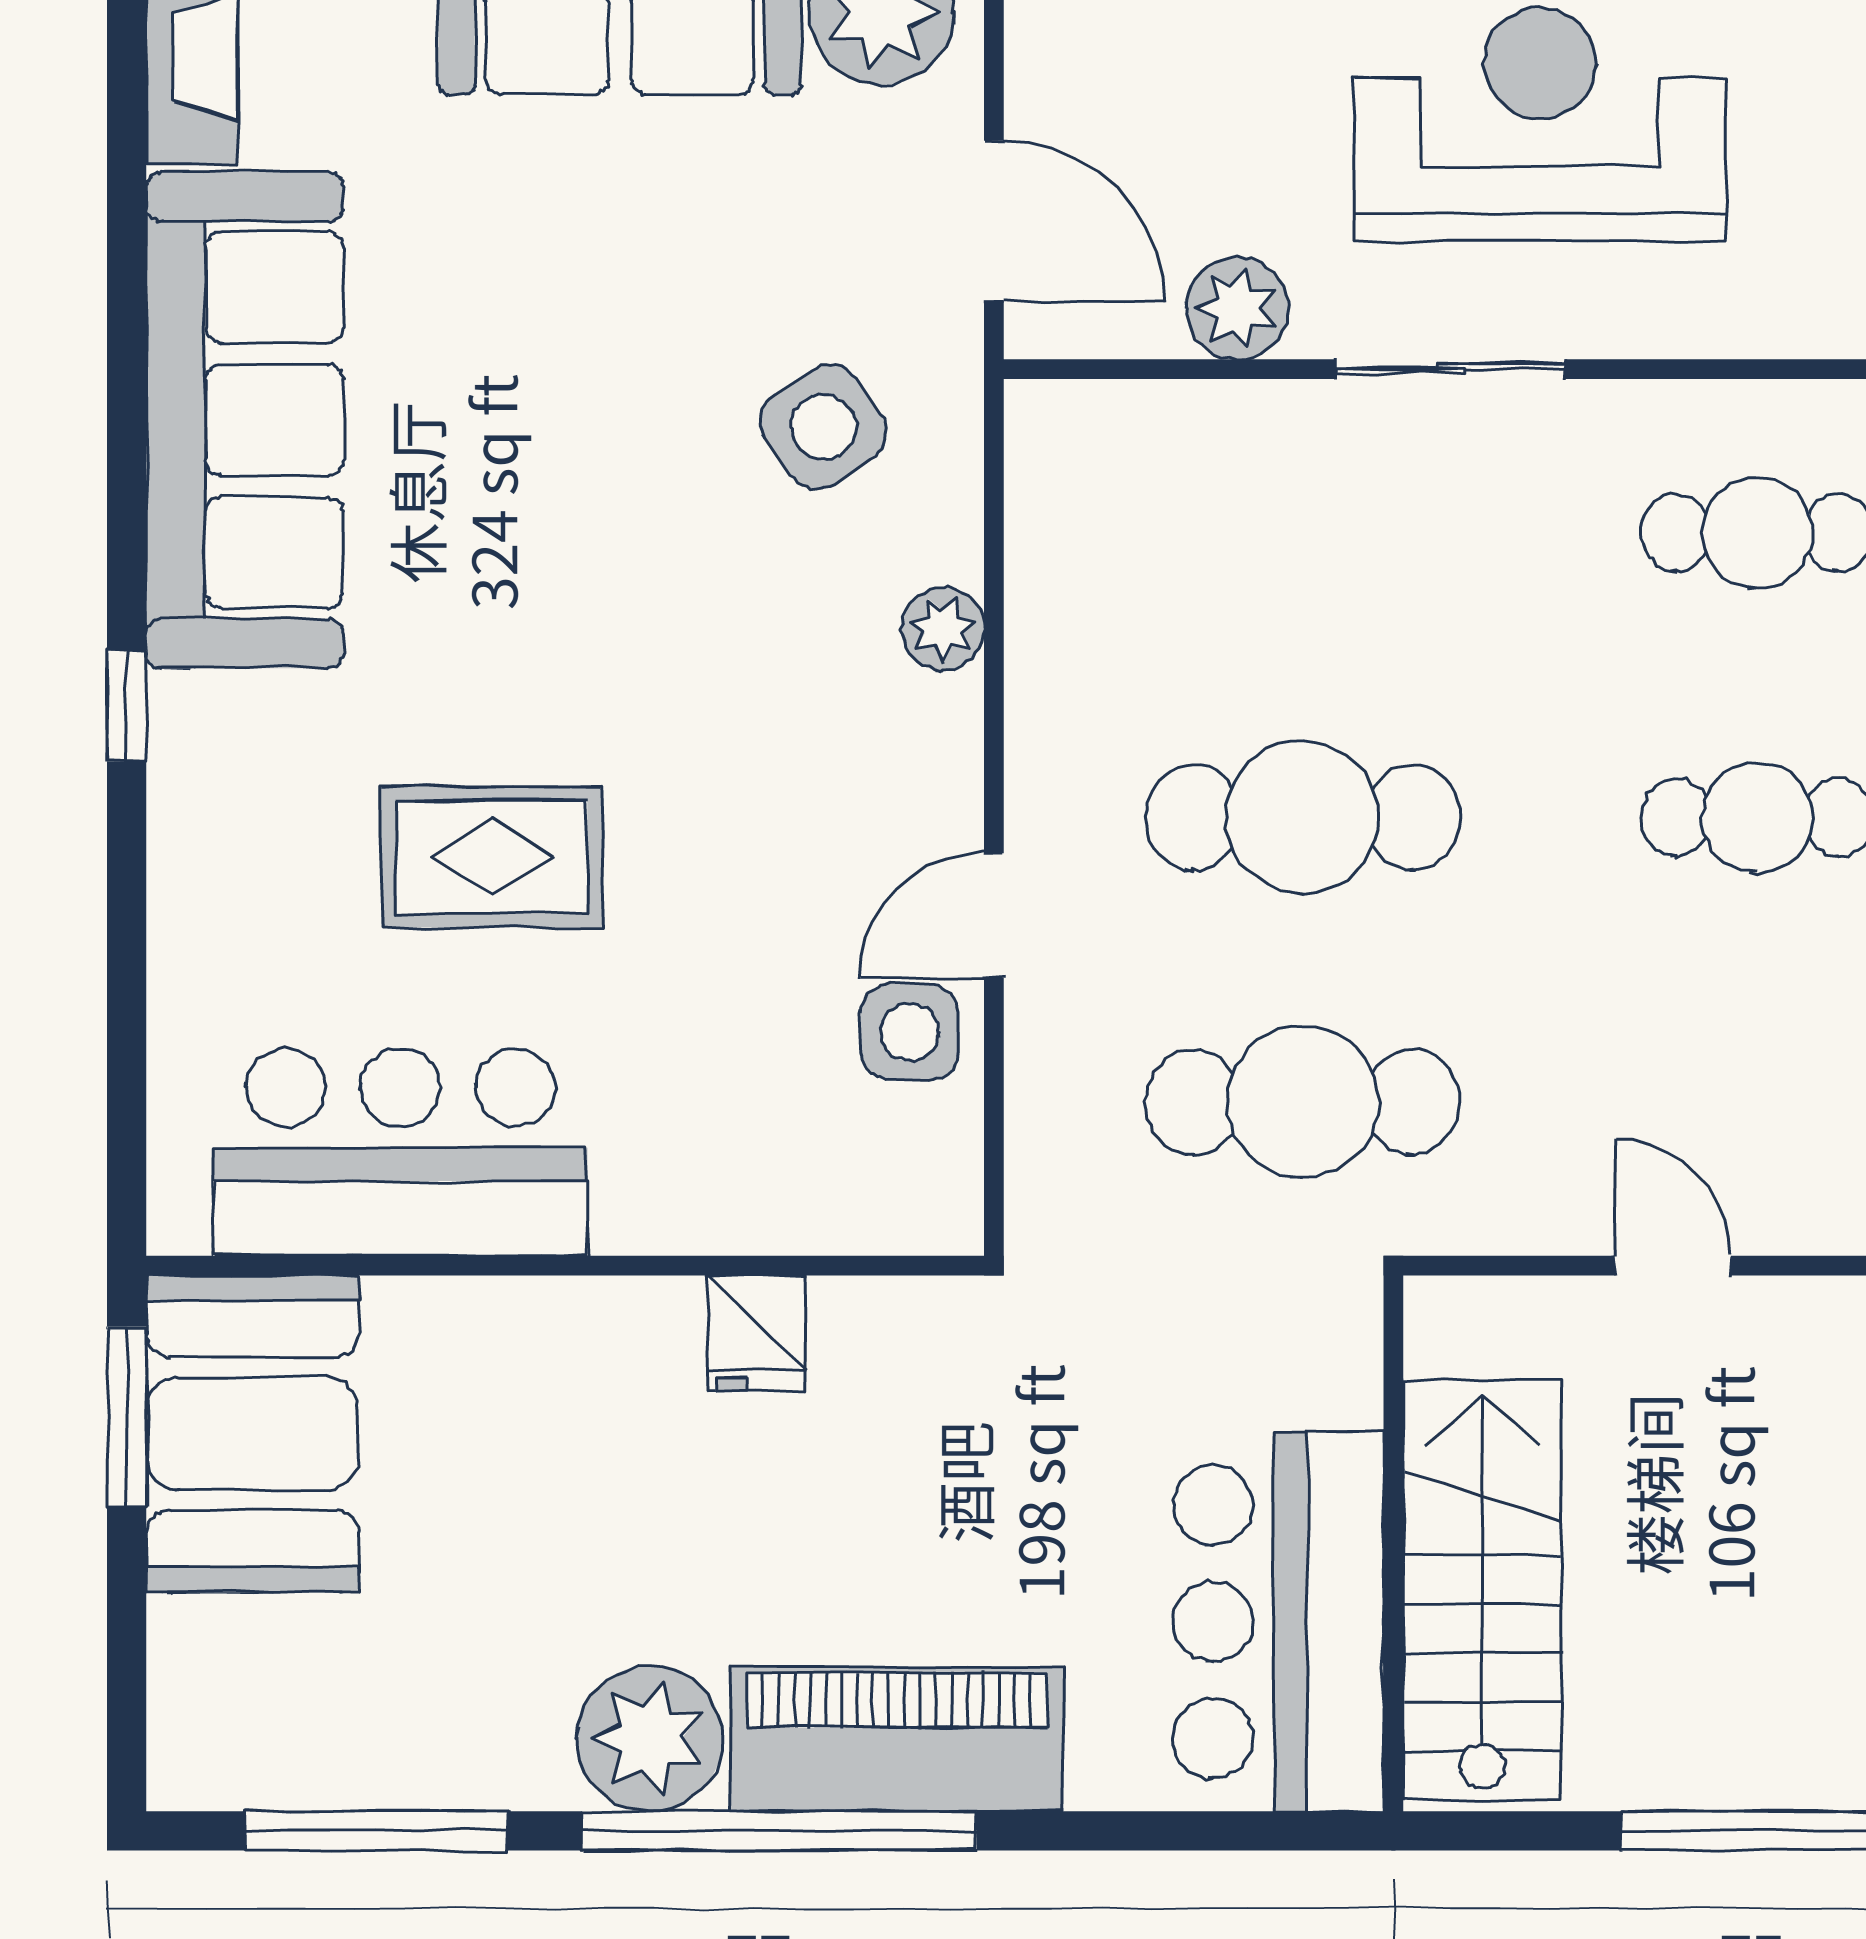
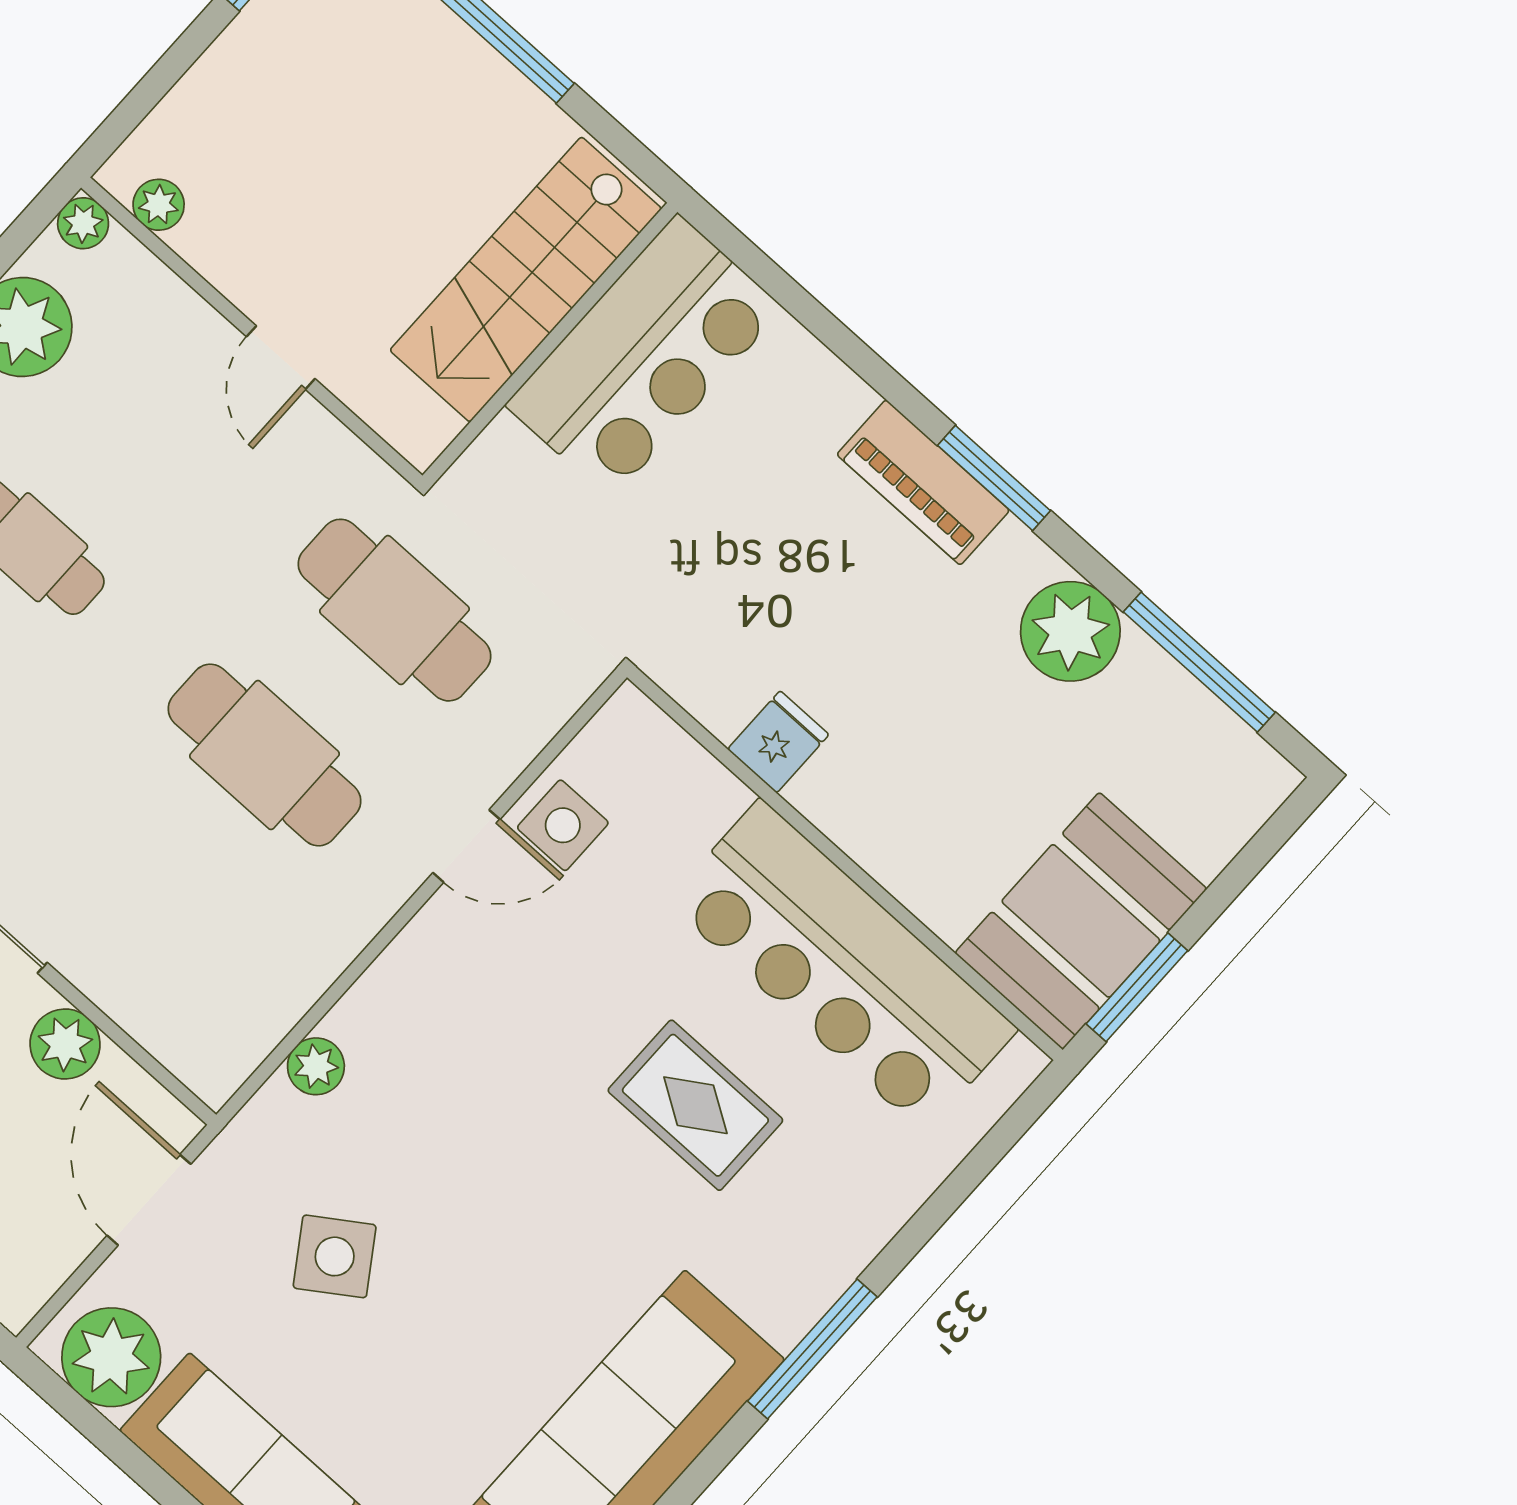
side table: (823, 427) -> (335, 1256), moved
plant: (943, 629) -> (316, 1066), moved
window: (127, 706) -> (812, 1349), width x2.17
bar counter: (400, 1152) -> (842, 966), width x1.36
plant: (650, 1738) -> (1070, 631), moved
piano: (897, 1739) -> (923, 482), width x0.73, depth x0.75
window: (779, 1831) -> (994, 478), width x0.47

